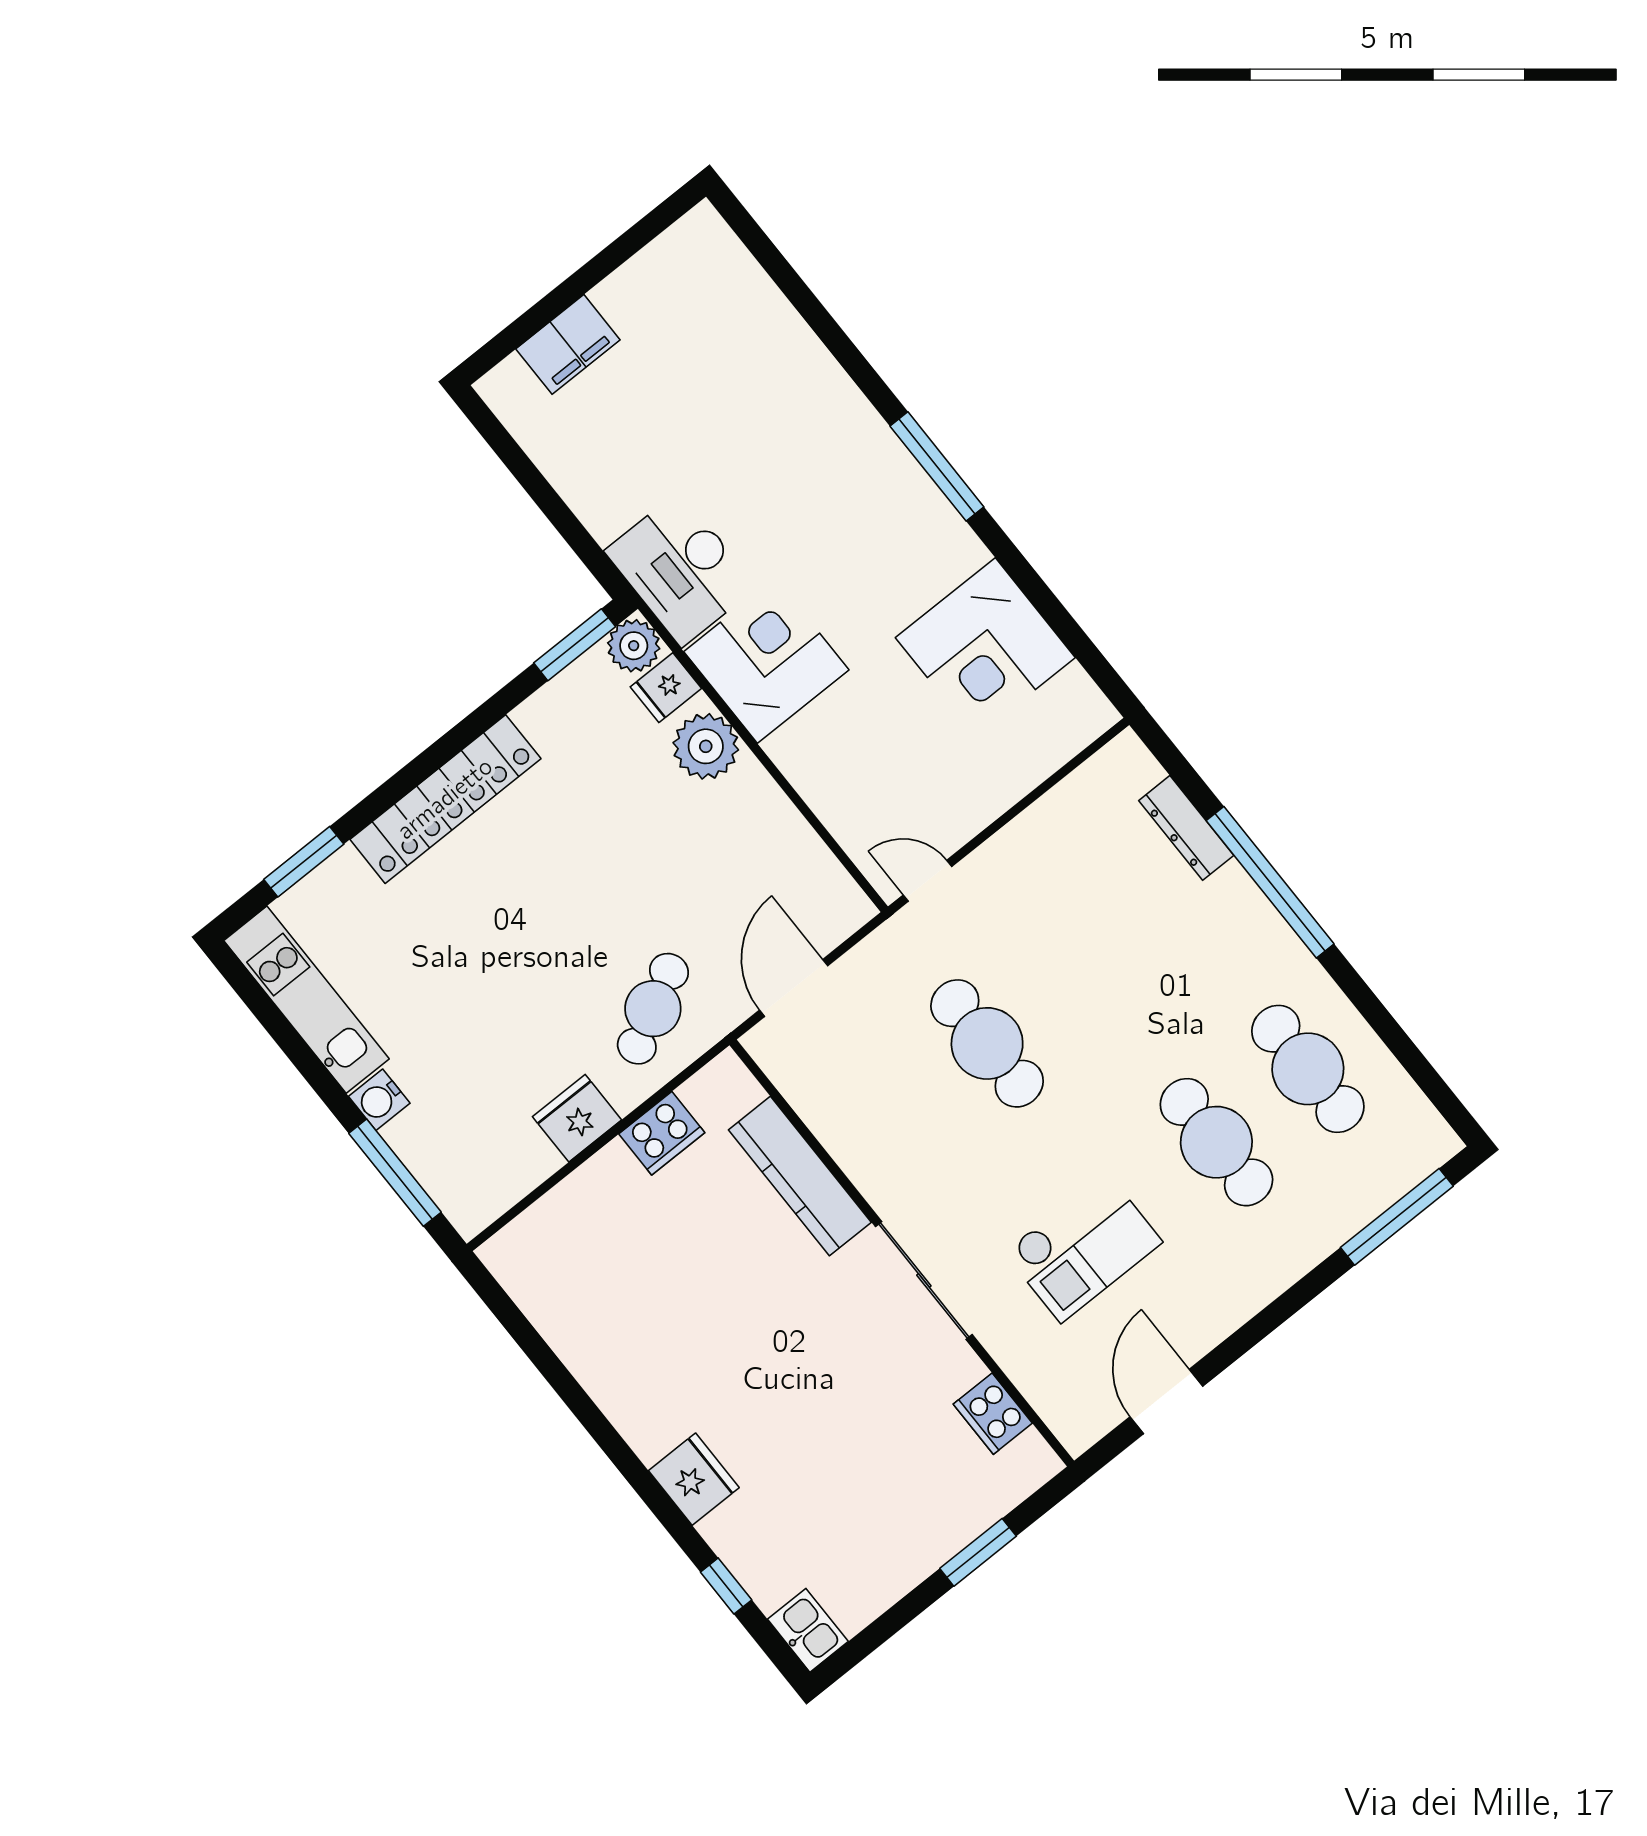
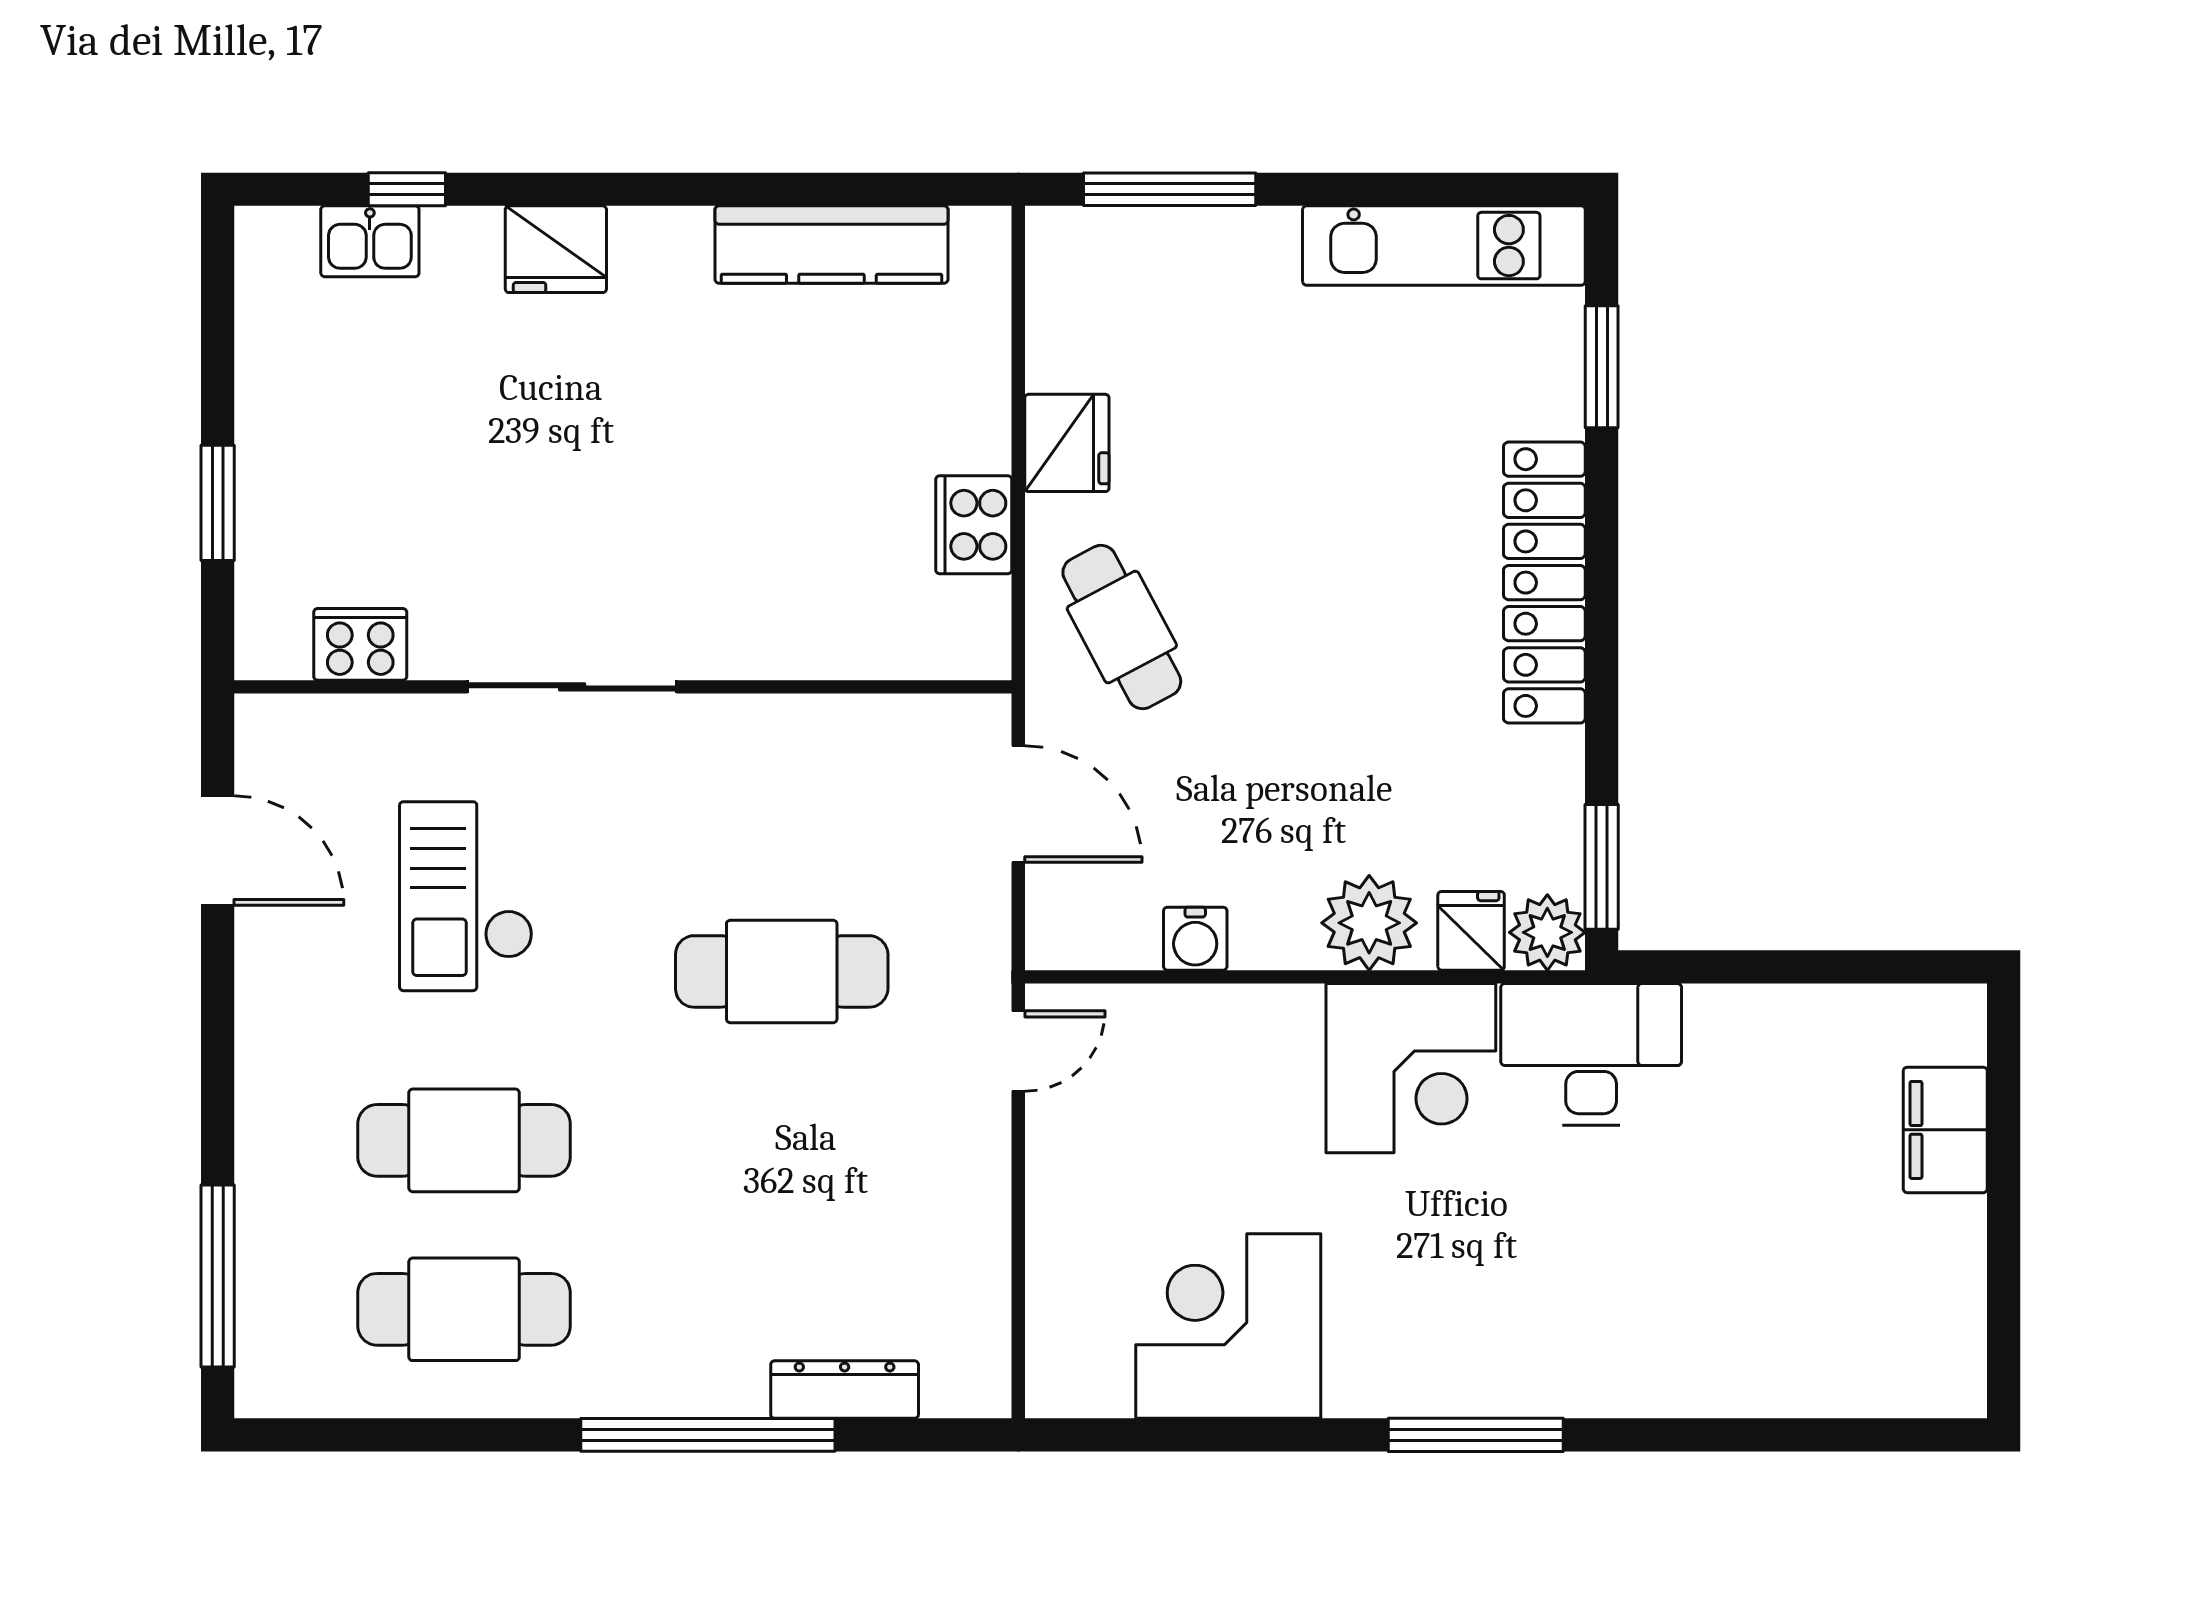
water cooler: (379, 1100) -> (1195, 939), moved, turned 180
kitchen counter: (800, 1176) -> (831, 245), moved, turned 180
kitchen sink: (808, 1630) -> (370, 241), moved

